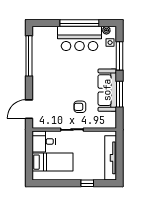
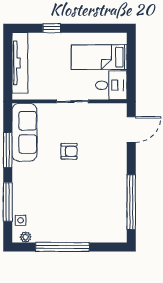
bar counter: (80, 38) -> (62, 226), removed
sofa: (107, 90) -> (24, 132), moved
armchair: (80, 107) -> (69, 151), moved

